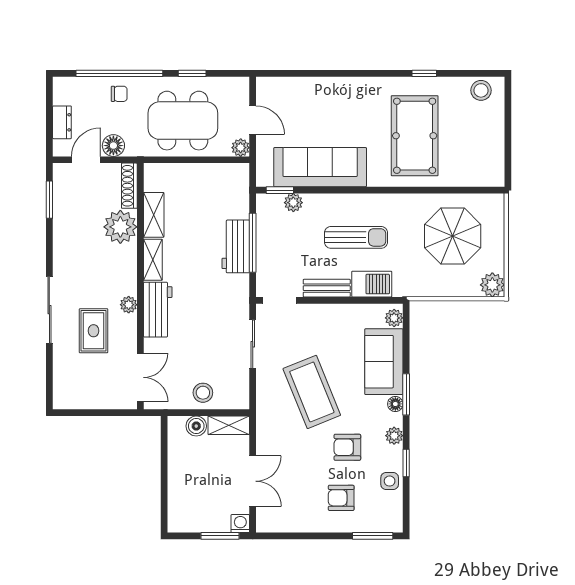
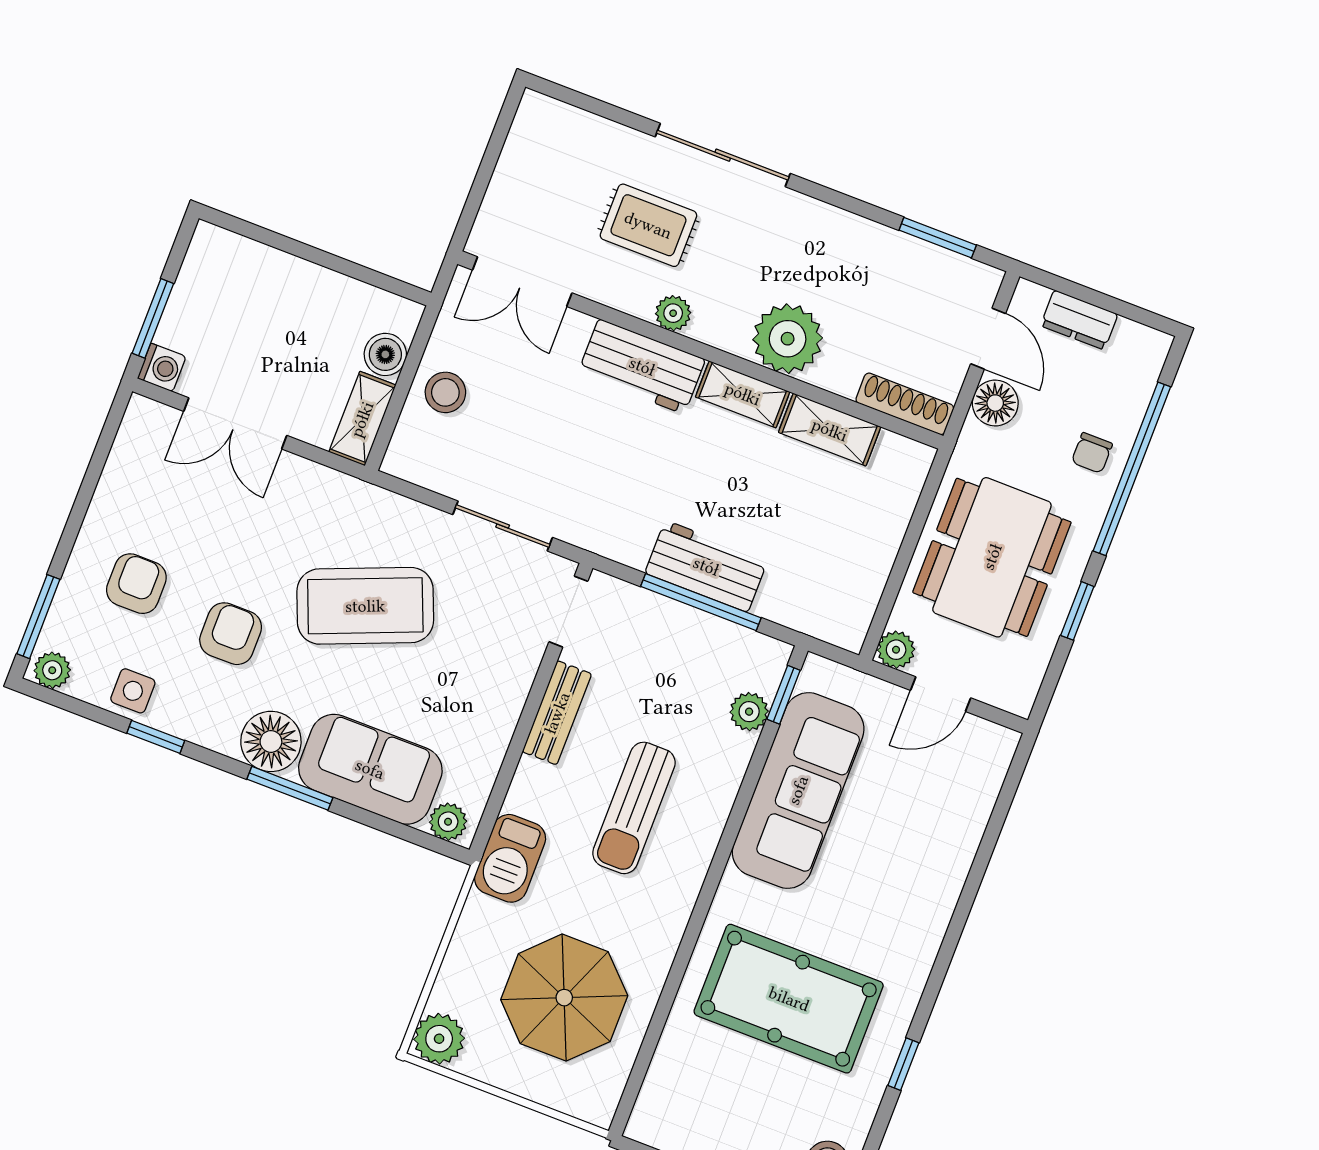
plant: (120, 227) -> (788, 339), moved
barbecue: (372, 284) -> (510, 858), moved
floor lamp: (395, 404) -> (271, 741), width x1.89, depth x1.89
plant: (394, 436) -> (52, 670), moved

